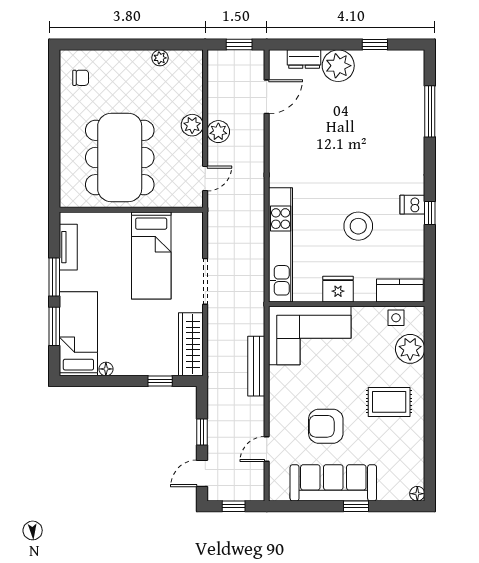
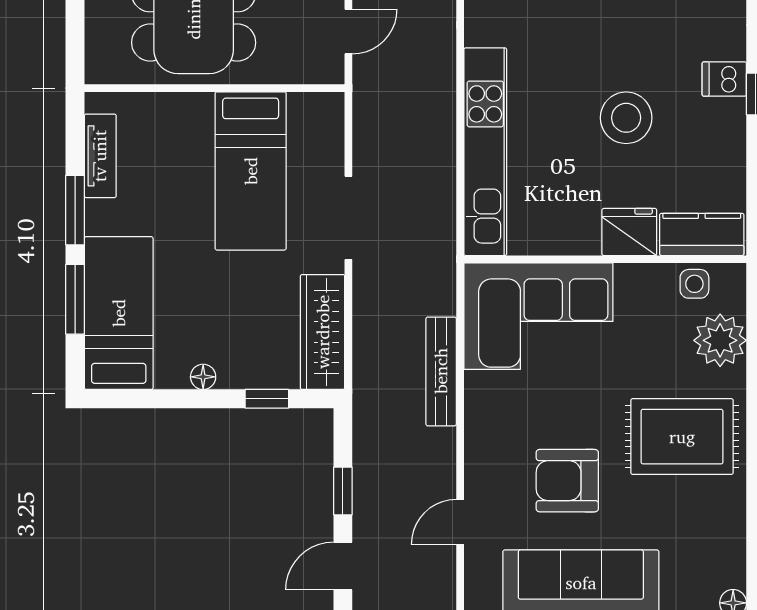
fridge: (338, 289) -> (629, 232), moved
floor lamp: (106, 369) -> (203, 377), moved
rug: (389, 402) -> (682, 437), width x1.36, depth x1.43

